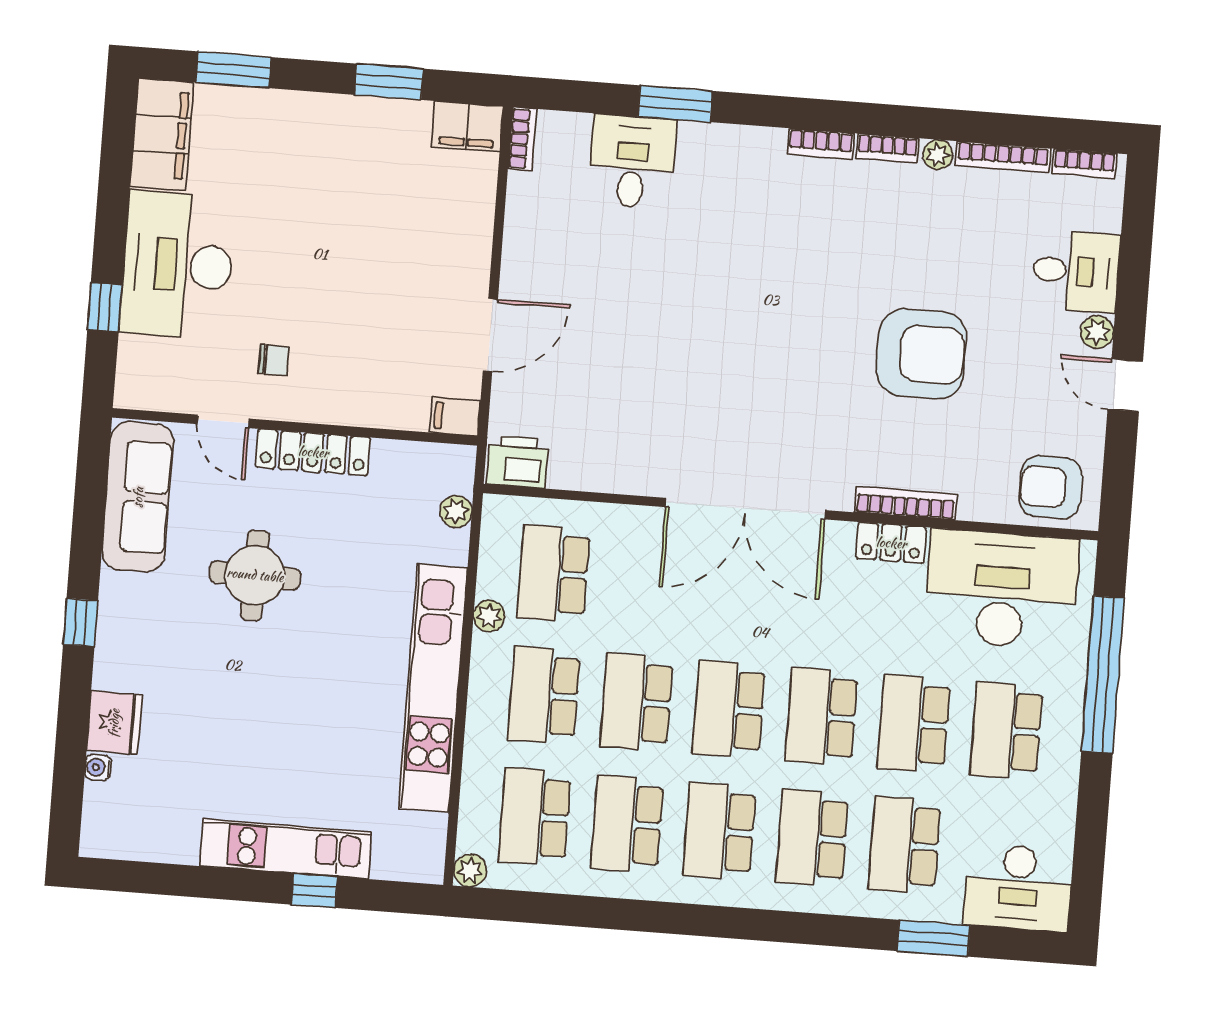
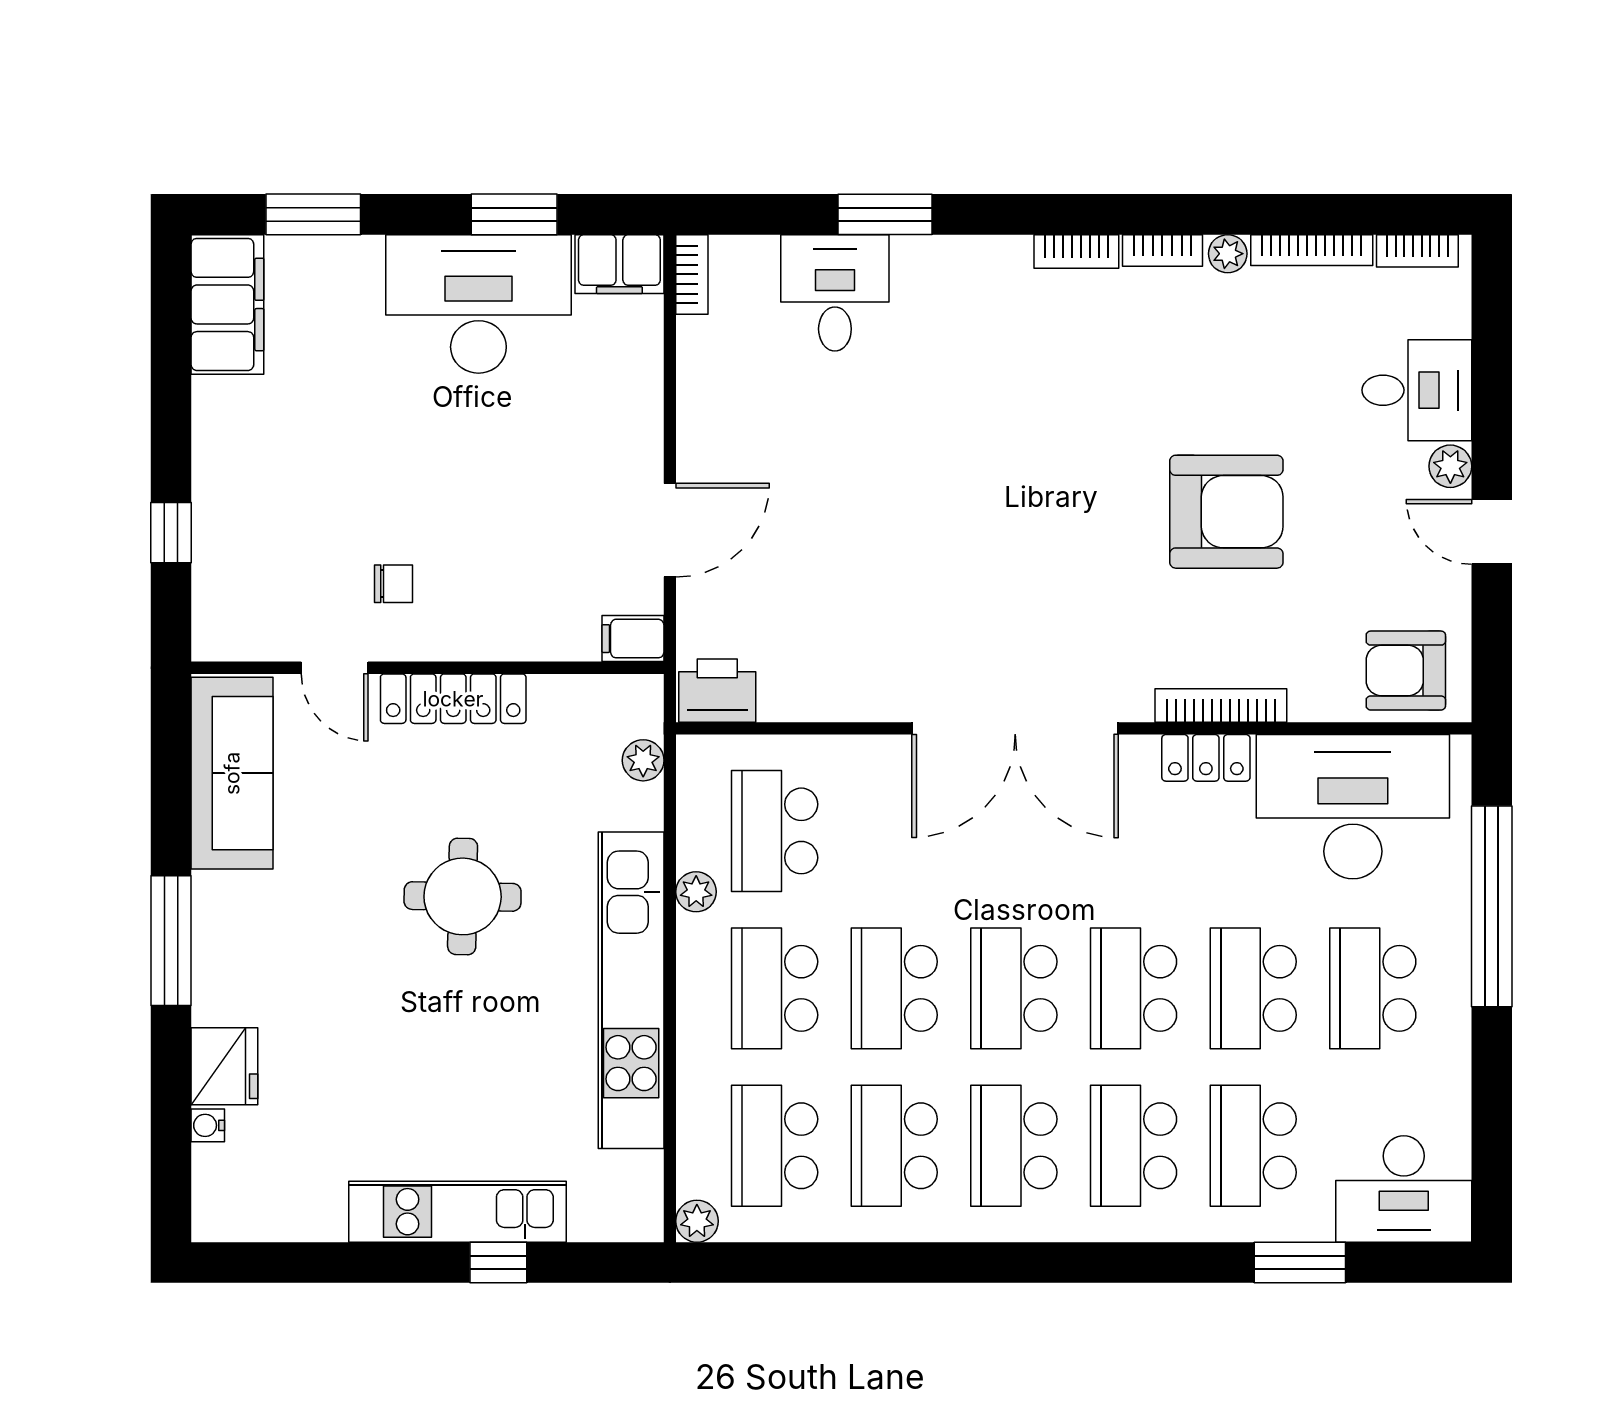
desk: (178, 265) -> (478, 304), moved, turned 90
round table: (255, 575) -> (463, 896), moved
window: (80, 622) -> (171, 941), width x2.17

